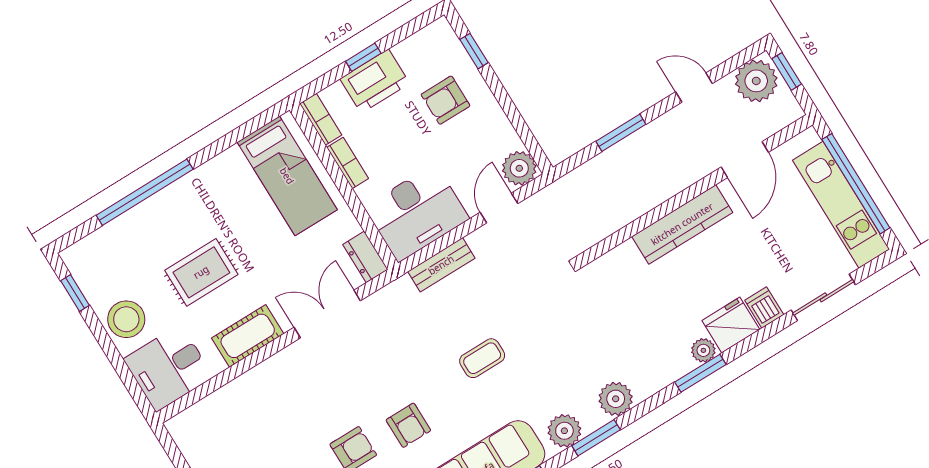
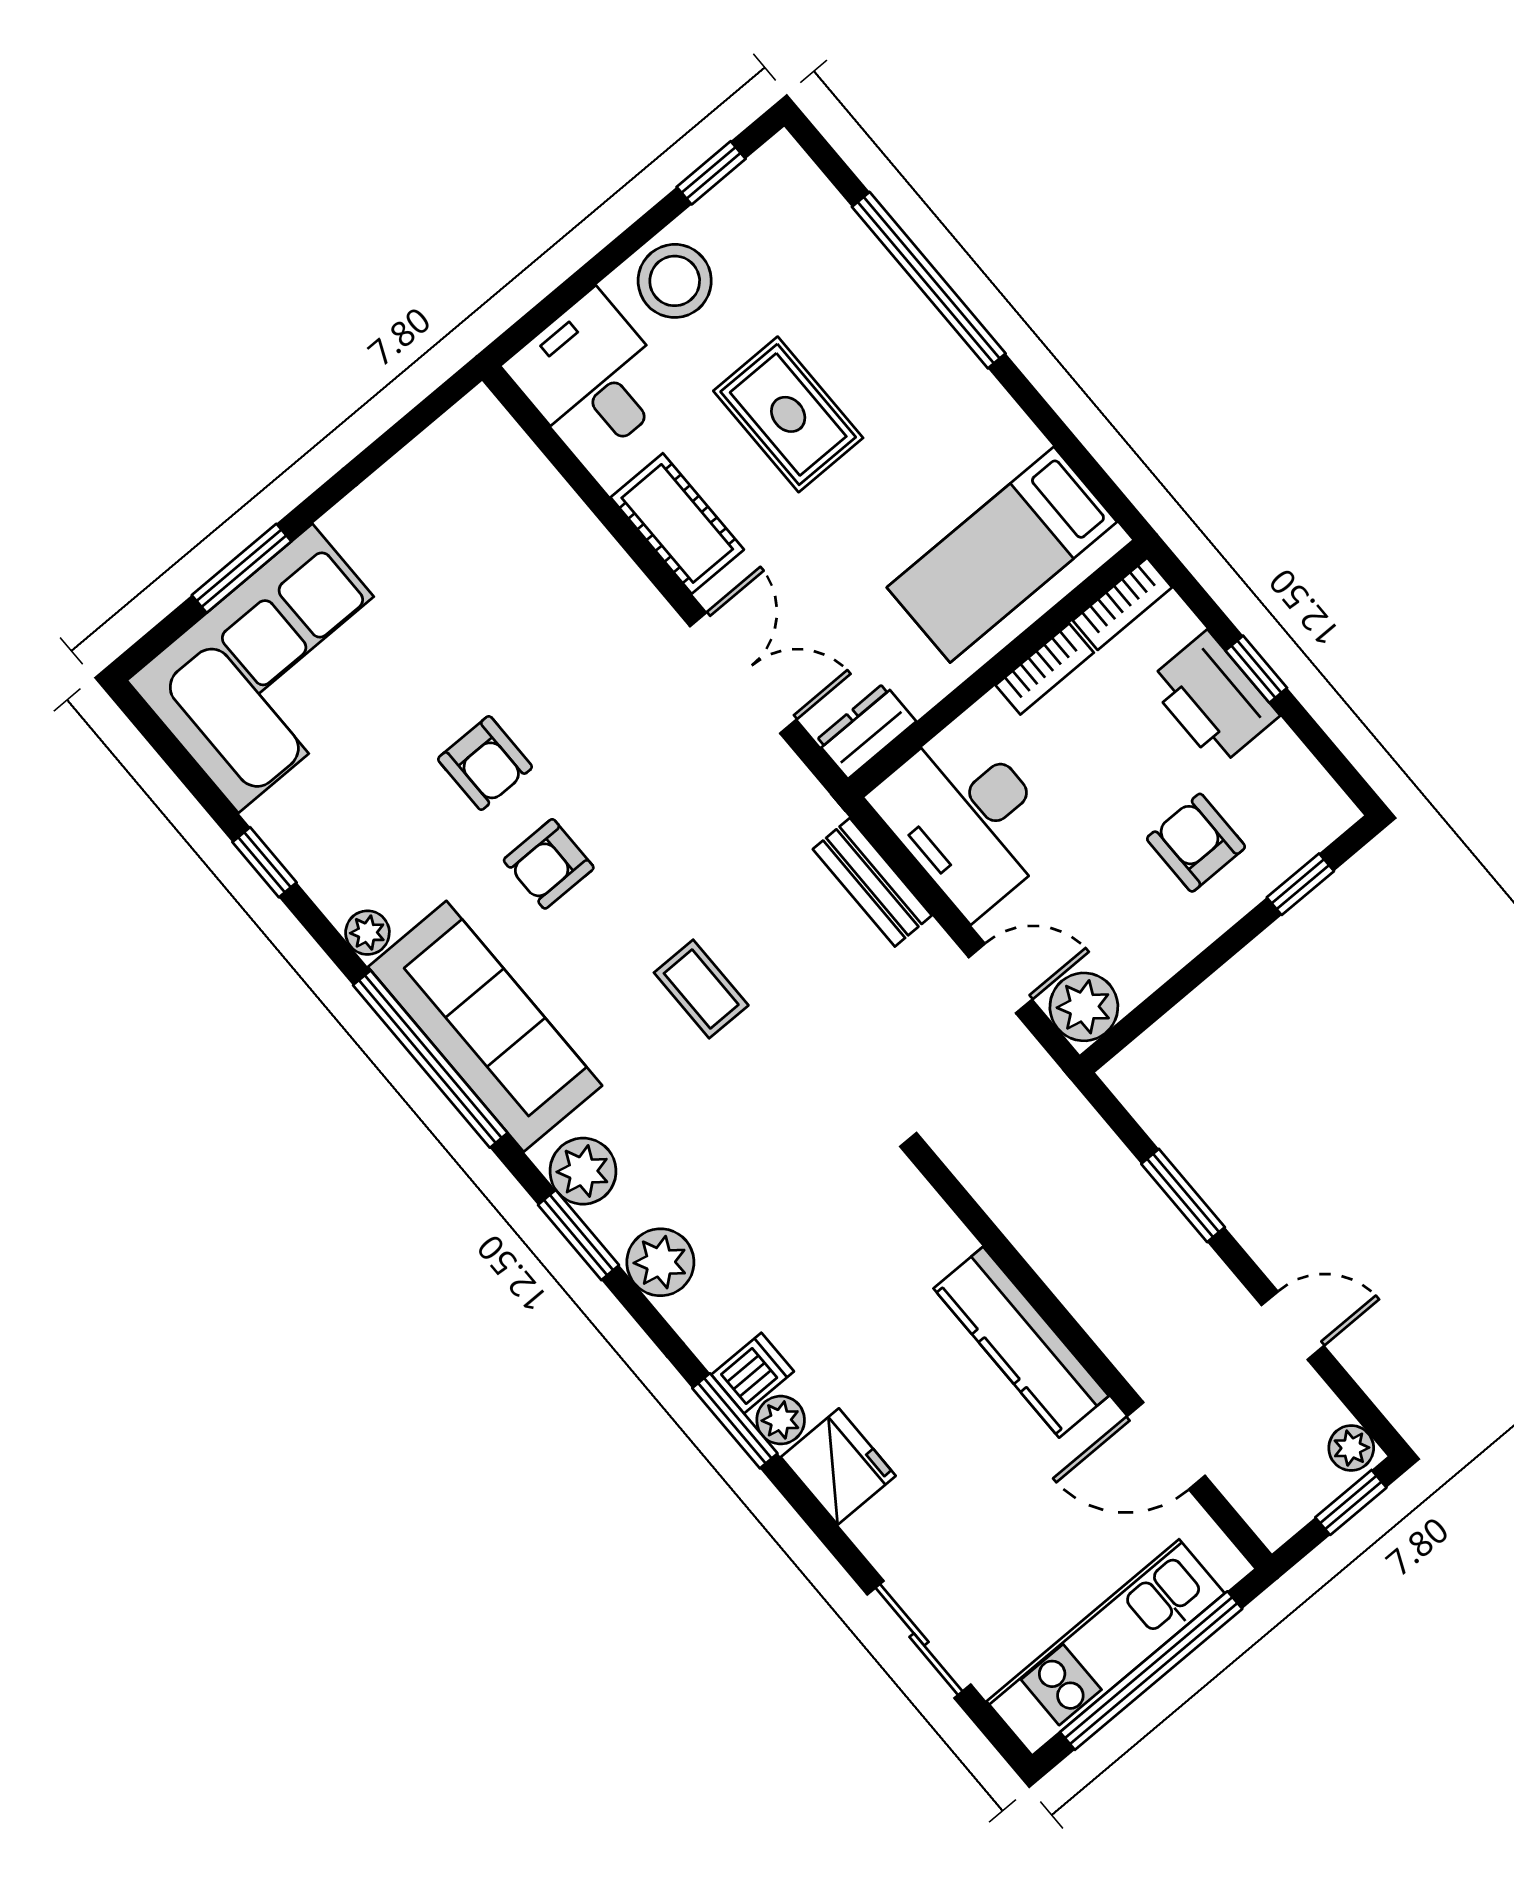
plant: (756, 81) -> (1351, 1448), width x0.53, depth x0.53
door: (694, 88) -> (1293, 1326), hinge flipped
dishwasher: (764, 308) -> (753, 1373), moved

